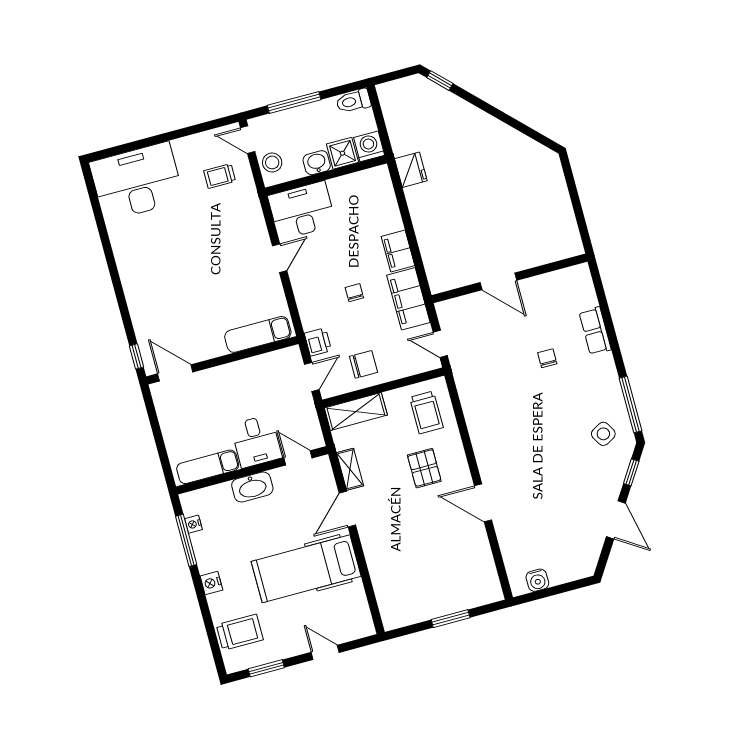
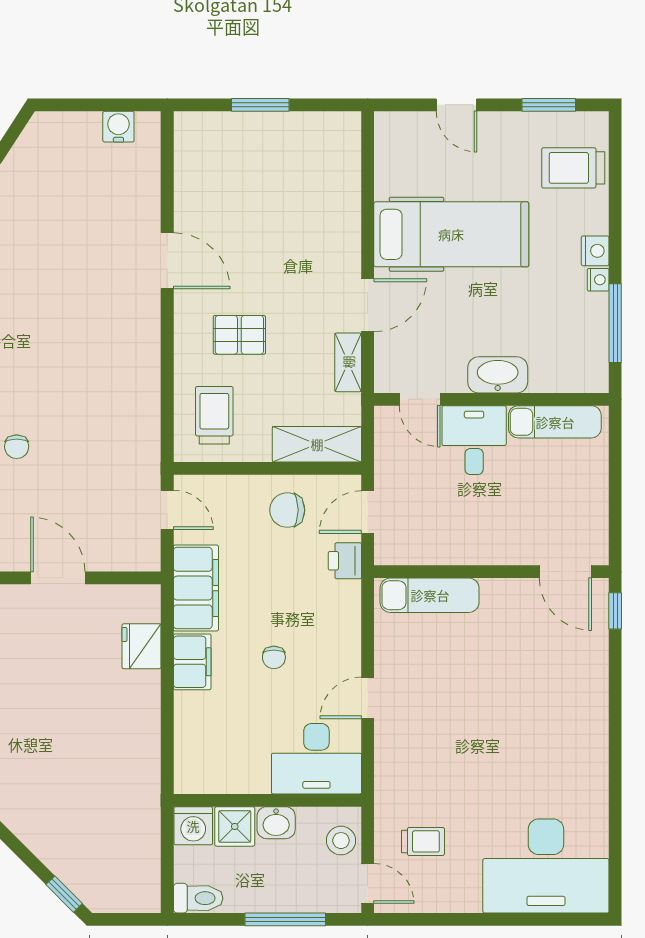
fridge: (411, 170) -> (142, 646), moved
chair: (354, 293) -> (274, 657), moved
pallet: (424, 468) -> (239, 335), turned 90
nightstand: (193, 524) -> (598, 280), moved

